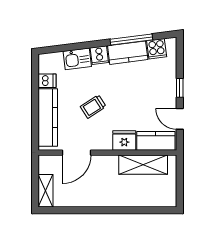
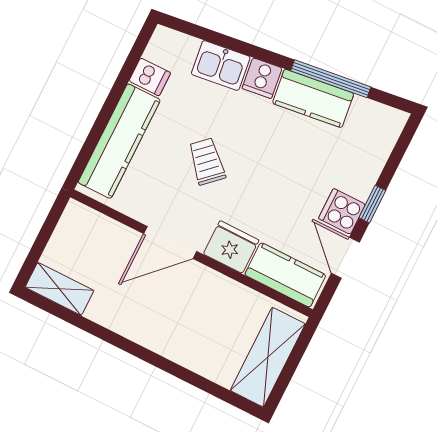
cooker: (157, 49) -> (342, 211), moved, turned 97
trolley: (93, 107) -> (207, 161), turned 80
door: (77, 153) -> (170, 243), moved
shelving: (143, 165) -> (268, 357), moved, turned 90
shelving: (46, 191) -> (60, 289), moved, turned 90

